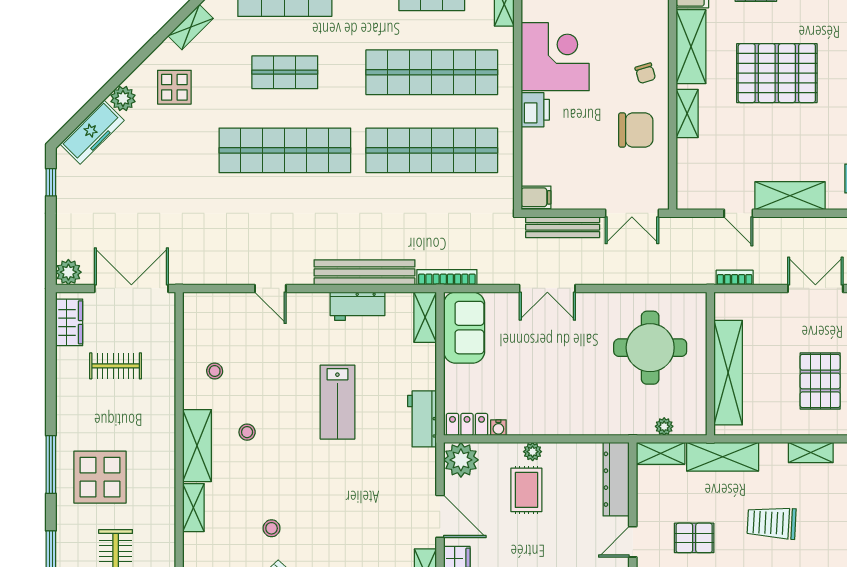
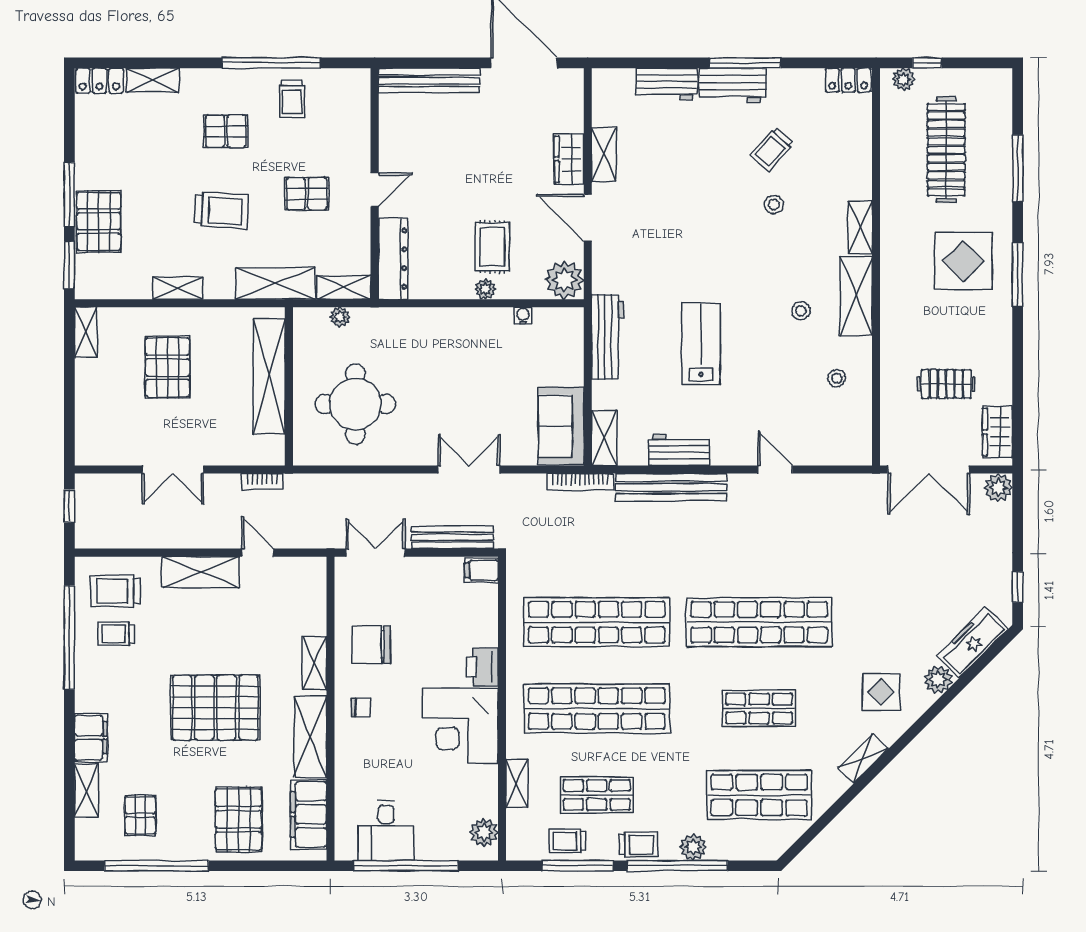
chair: (645, 73) -> (361, 707), turned 107
workbench: (422, 419) -> (608, 337), width x1.38
locker: (467, 424) -> (558, 319), removed

